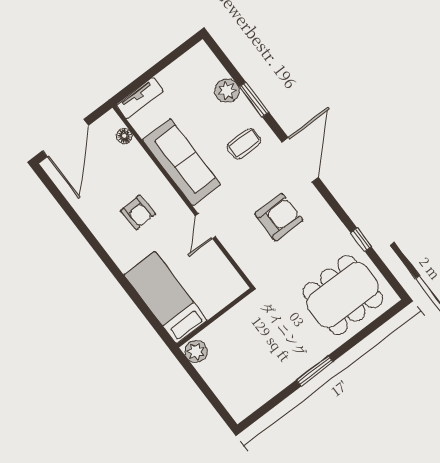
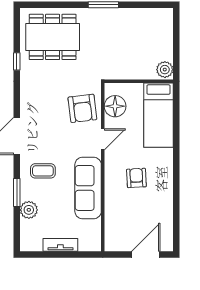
tv unit: (139, 98) -> (60, 245), moved
floor lamp: (124, 136) -> (115, 106), moved, width x1.89, depth x1.89
door: (65, 138) -> (146, 255), width x0.73
armchair: (279, 217) -> (82, 108), moved, turned -97

